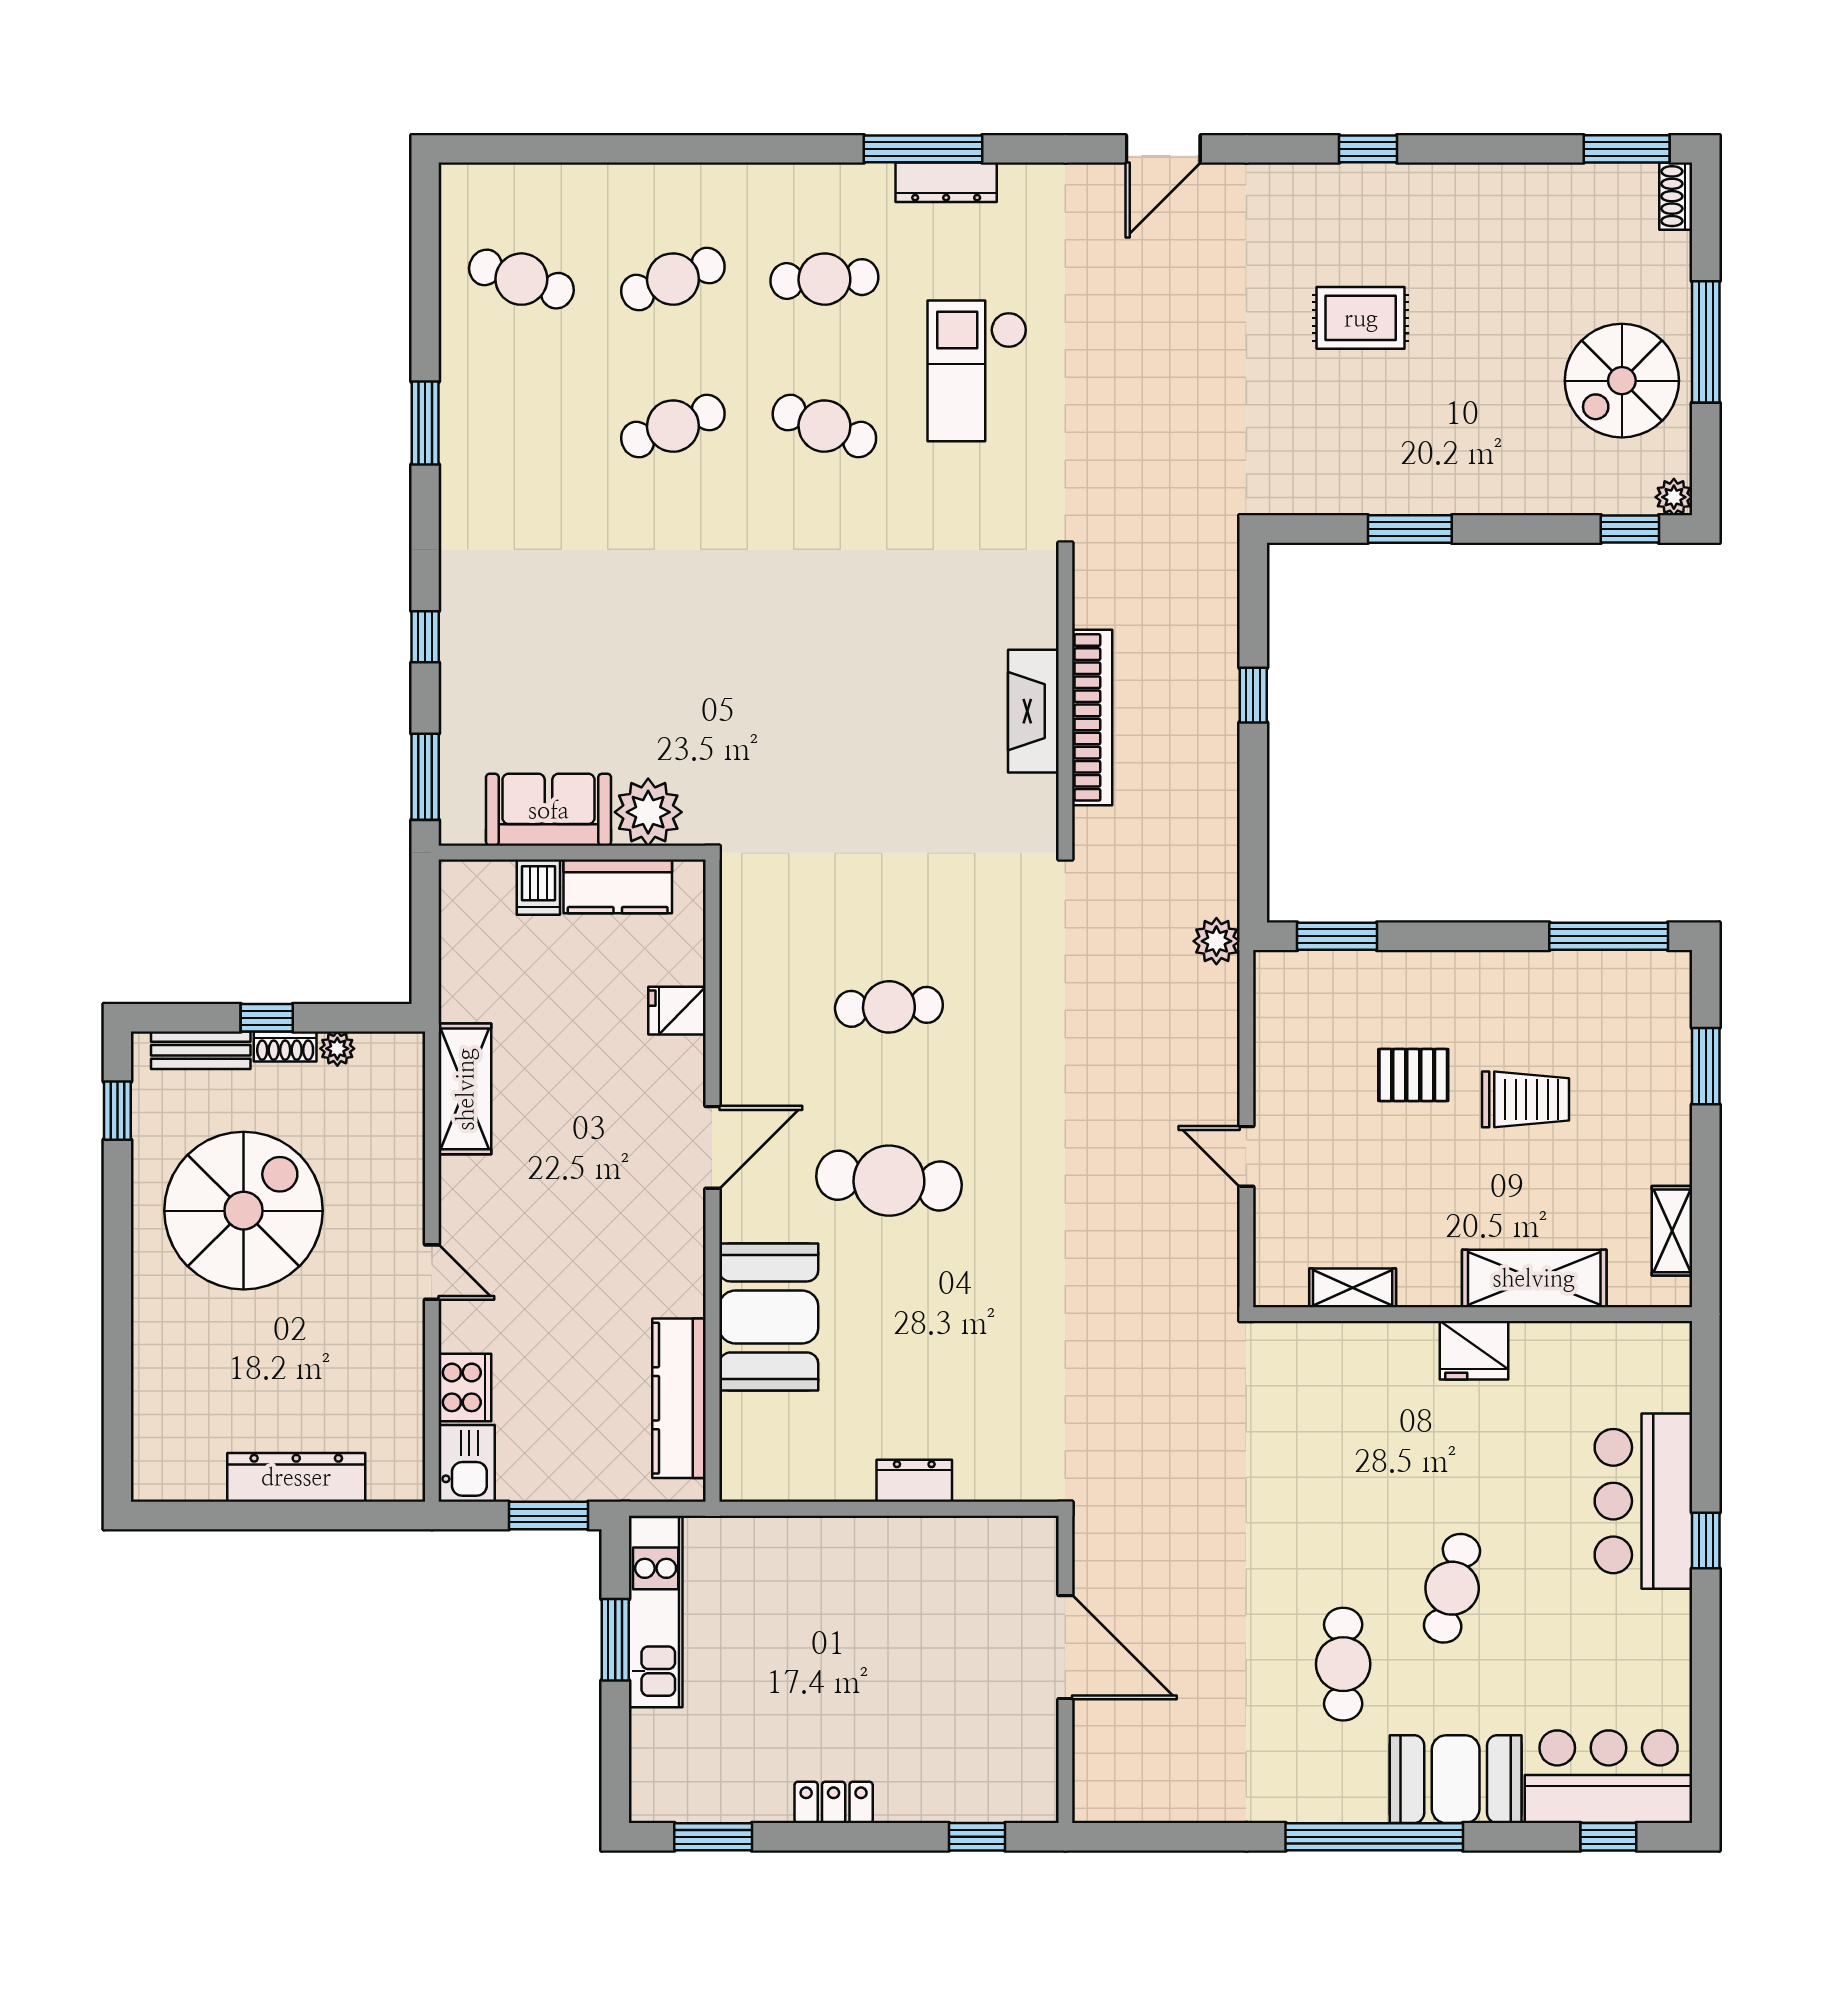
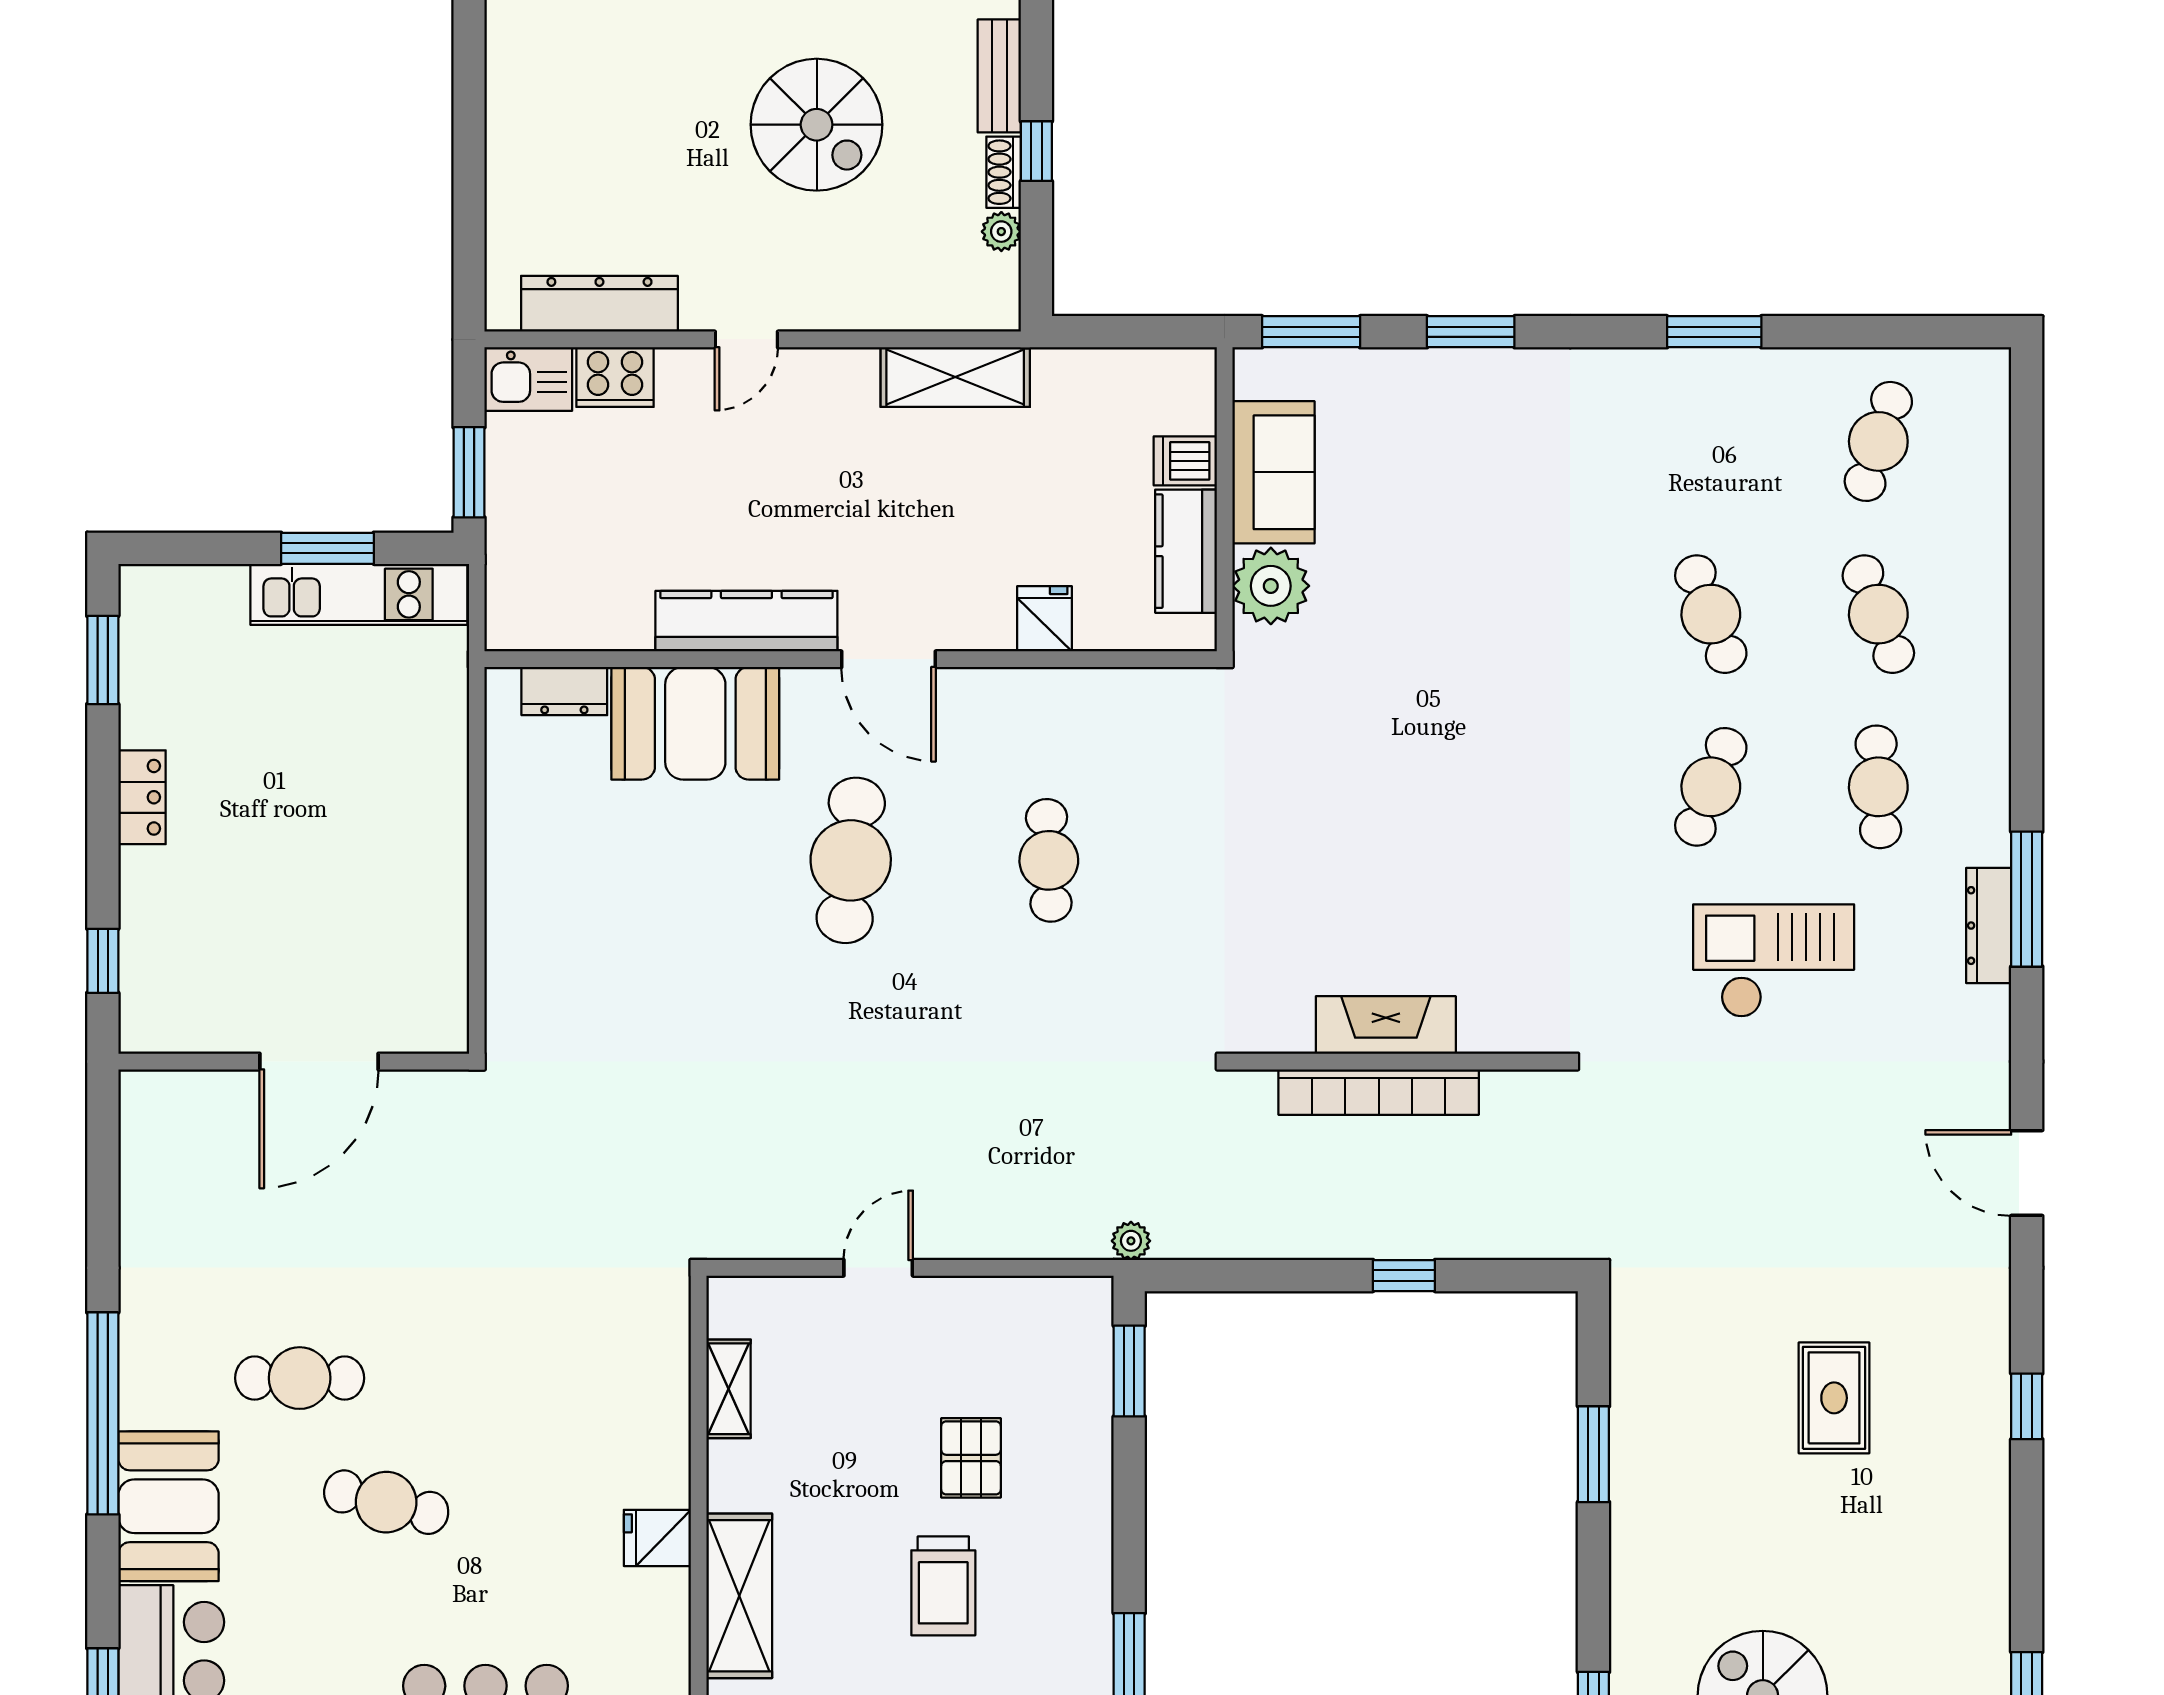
window: (425, 637) -> (1471, 332), width x1.50
plant: (1216, 941) -> (1131, 1241), width x0.73, depth x0.73
spiral stairs: (244, 1211) -> (817, 125), width x0.73, depth x0.73
fridge: (1474, 1350) -> (657, 1538), width x0.72
kitchen counter: (679, 1398) -> (746, 621), moved
dresser: (296, 1477) -> (599, 304), moved, turned -90
dresser: (914, 1481) -> (564, 691), moved, turned 90

